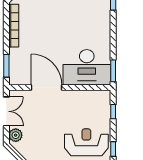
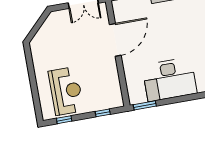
desk: (87, 67) -> (169, 79), moved, turned -90
plant: (16, 135) -> (60, 17), removed

